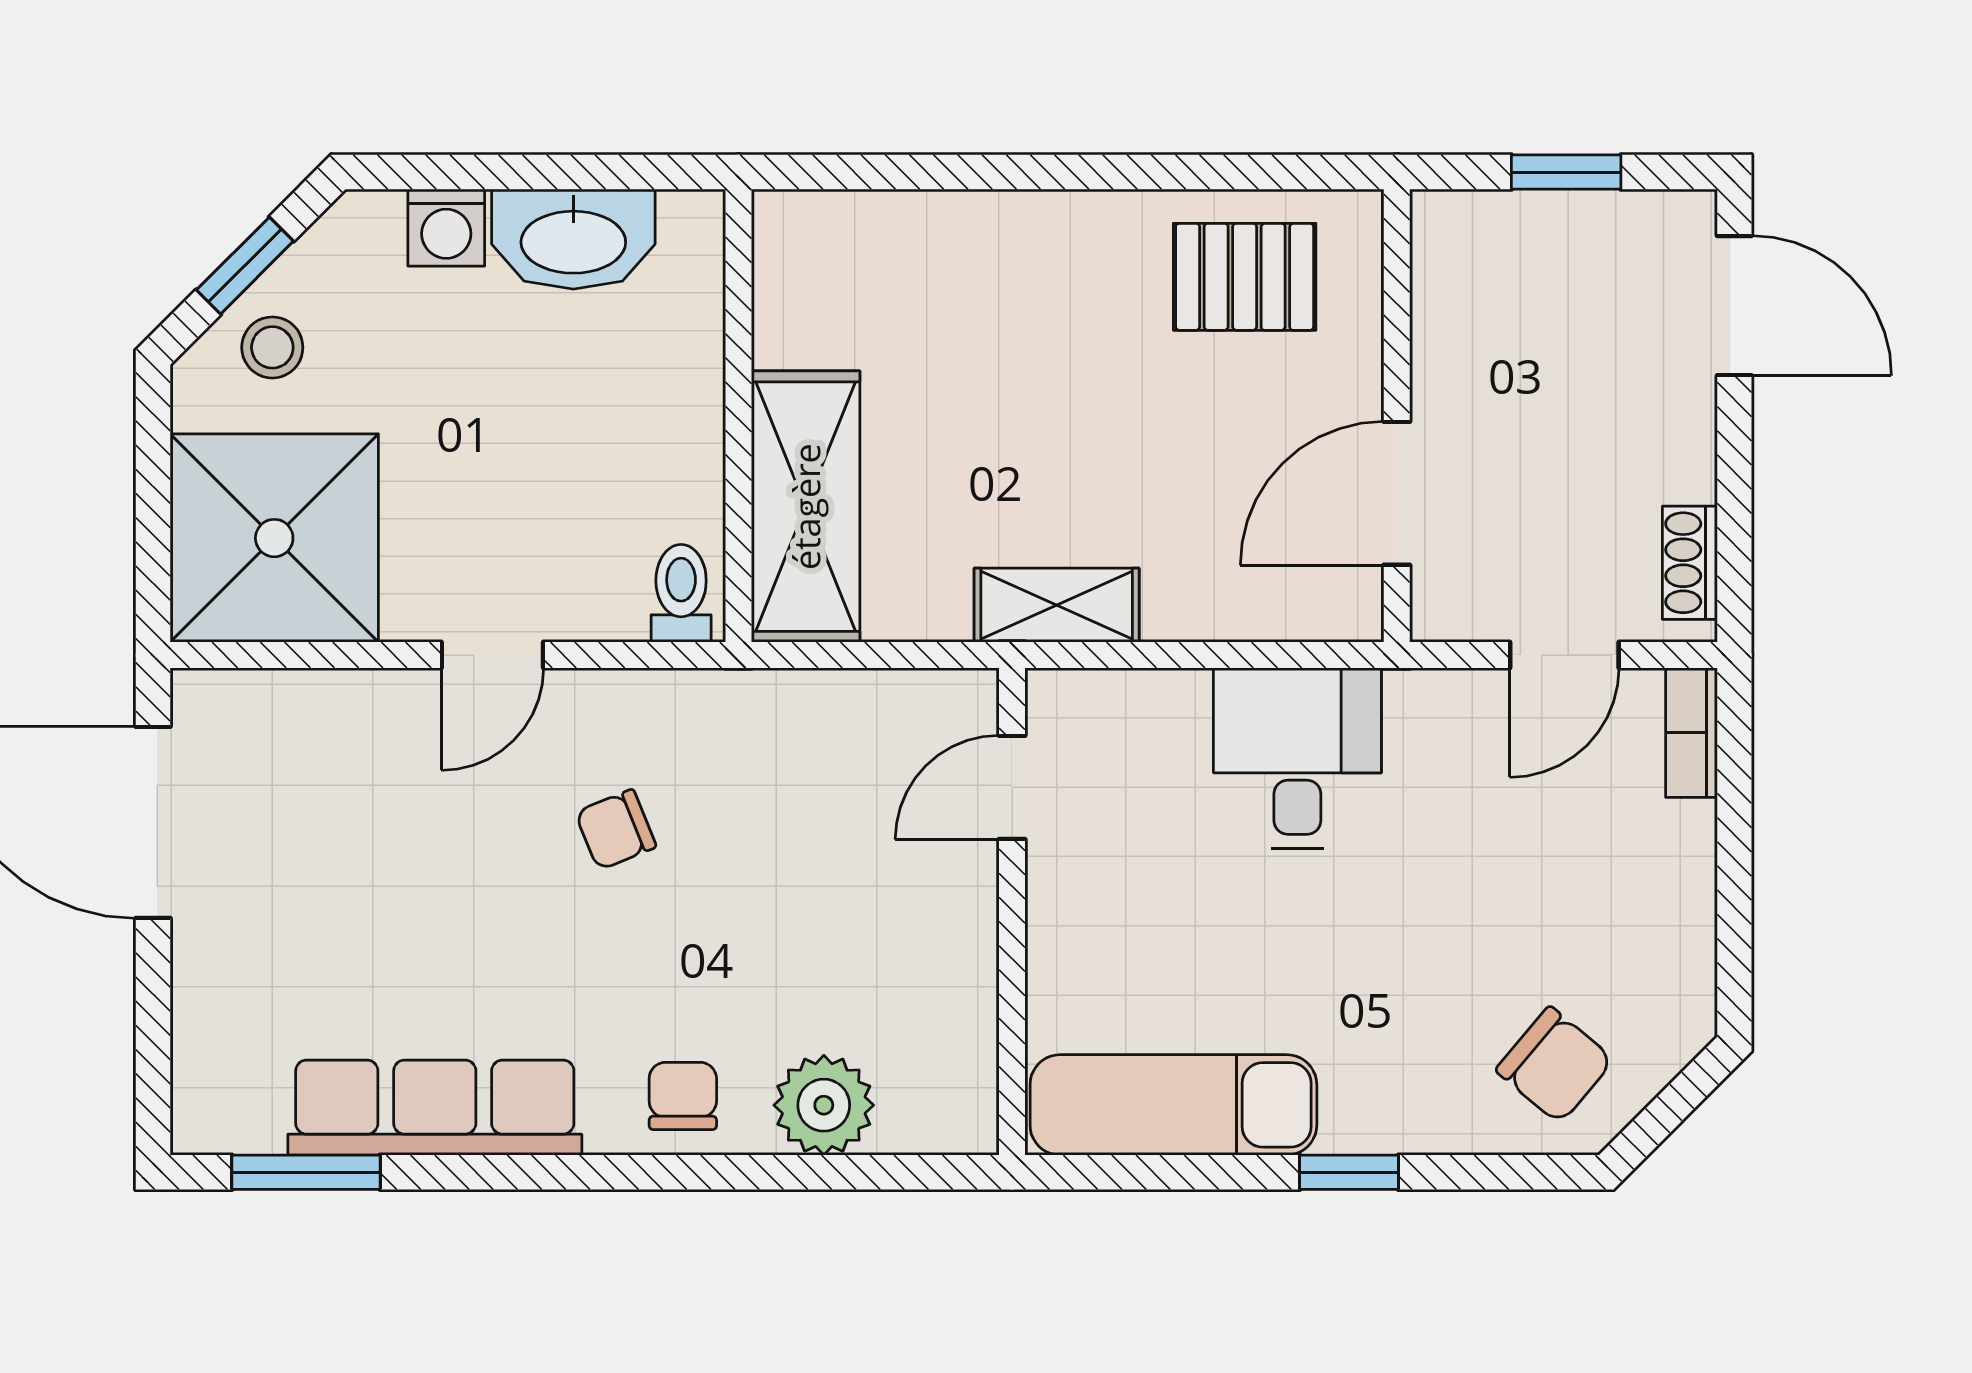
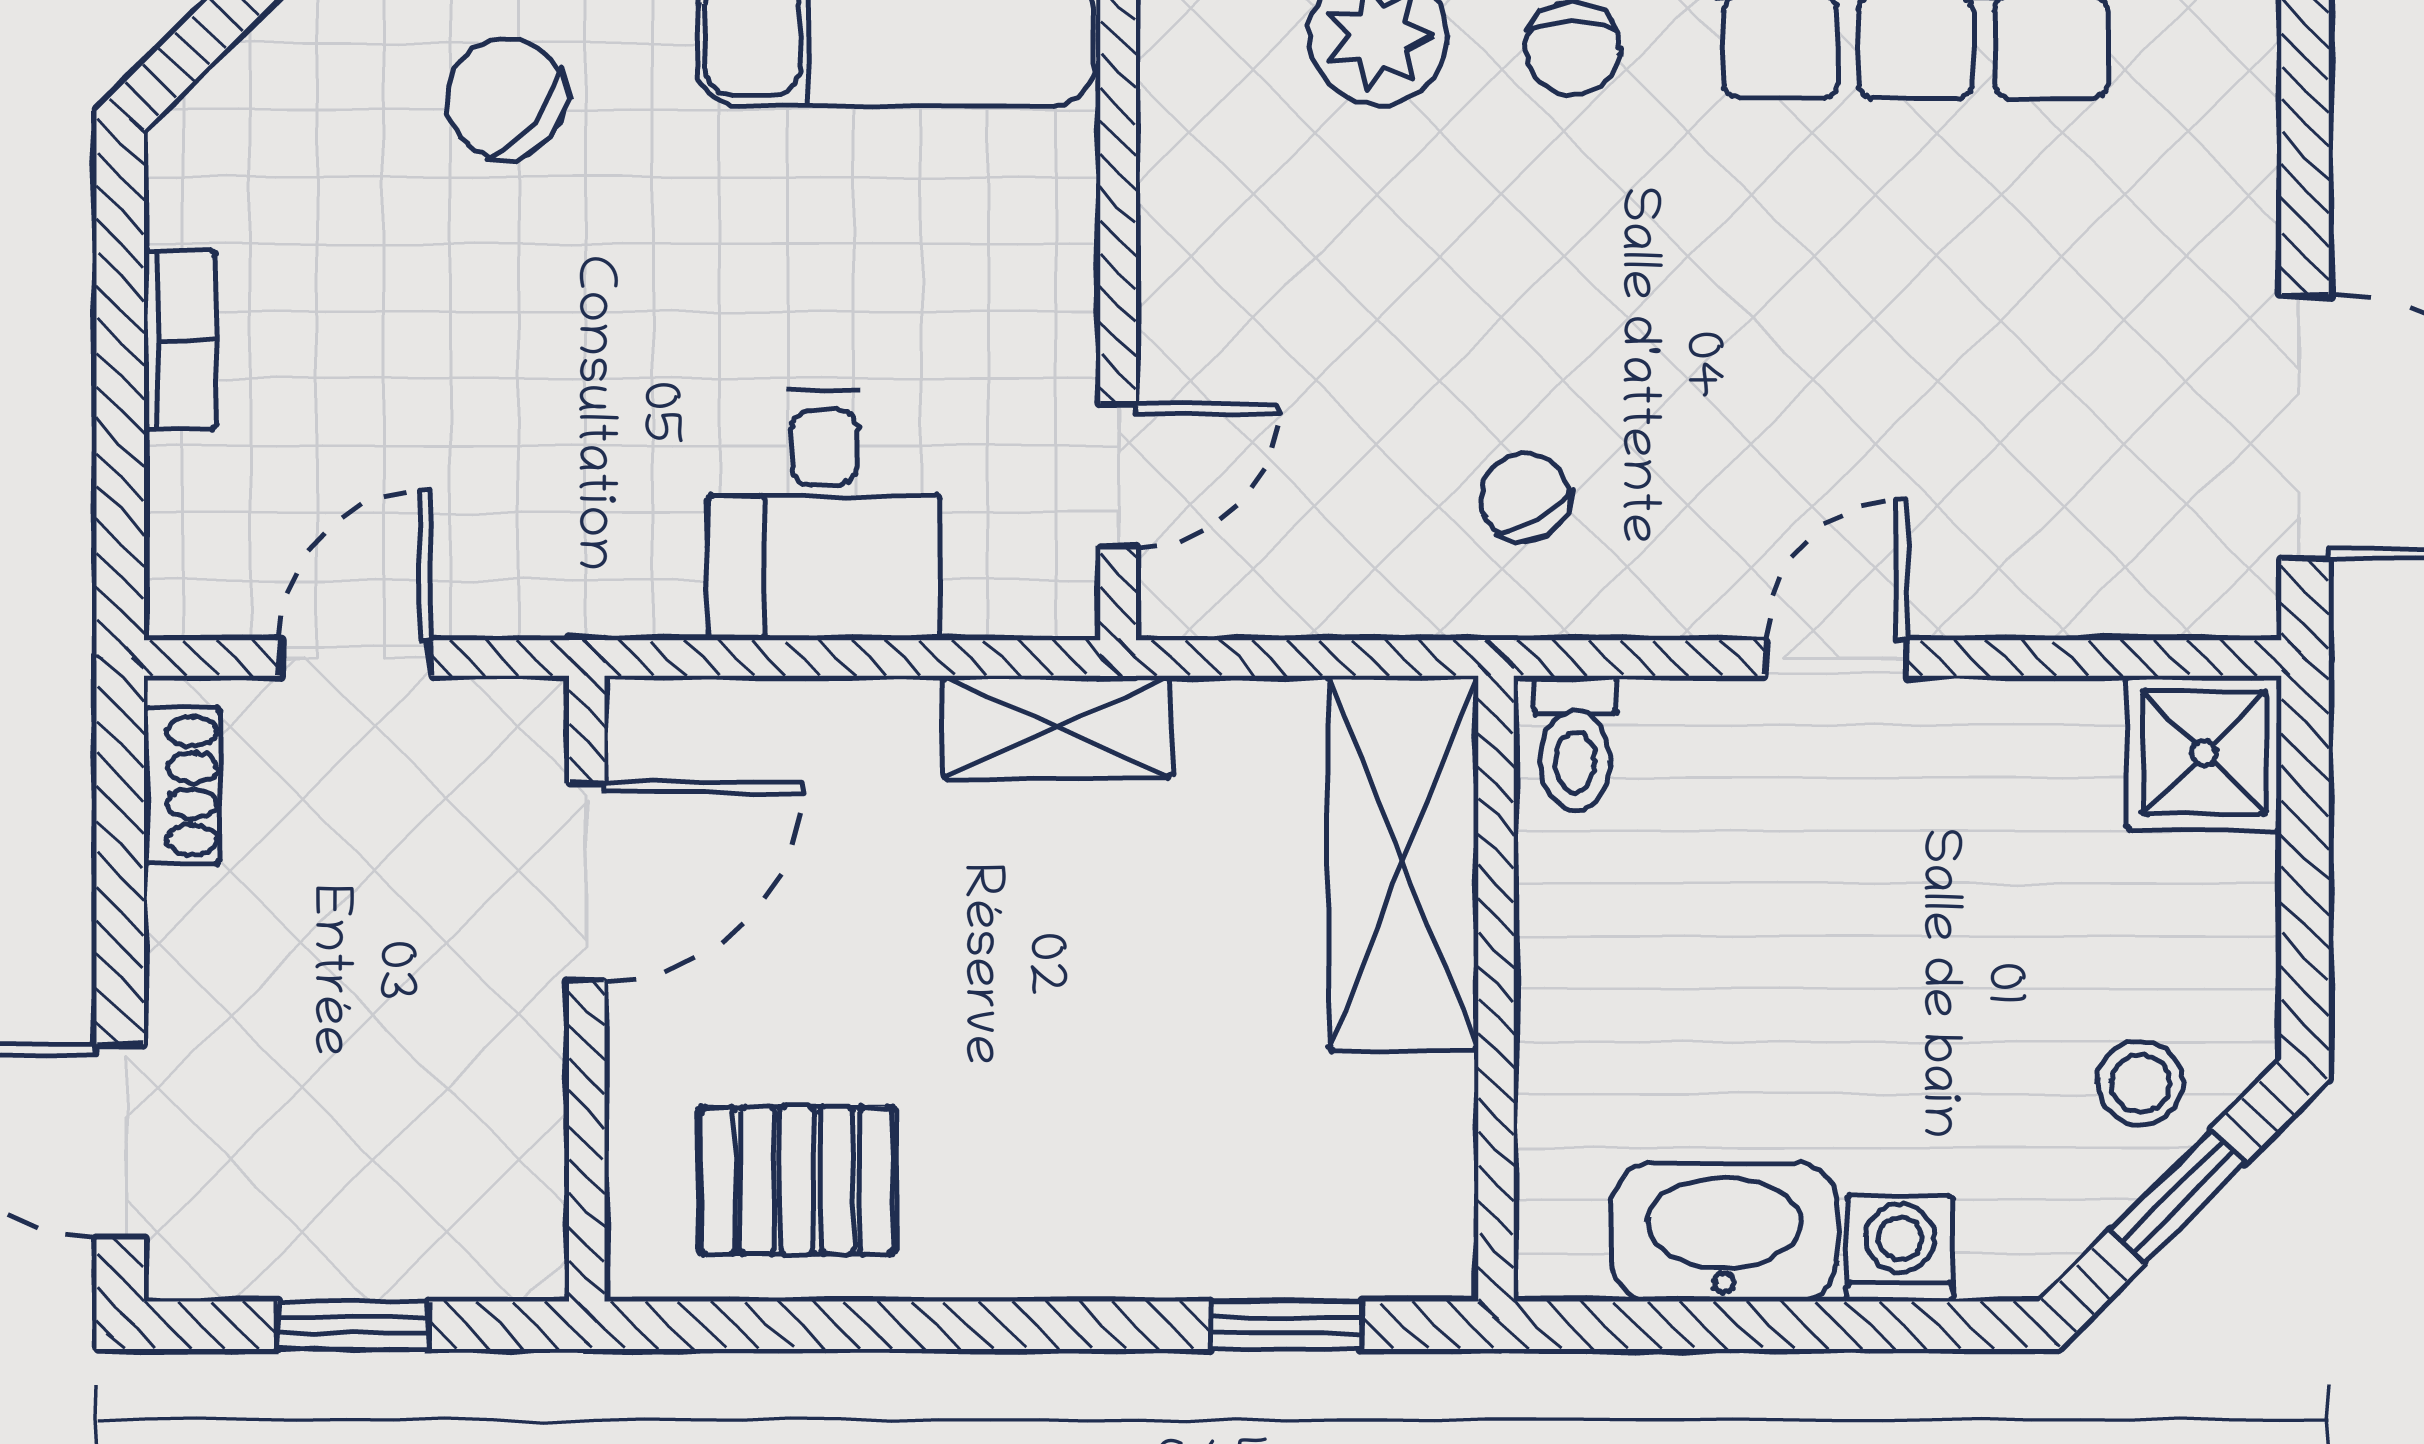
window: (890, 172) -> (1287, 1325), added
shower: (274, 538) -> (2204, 753), width x0.54, depth x0.54
bookcase: (1691, 733) -> (180, 340), moved
desk: (1297, 758) -> (824, 515), moved
chair: (616, 830) -> (1524, 497), moved, turned -98
chair: (1555, 1065) -> (506, 98), moved

